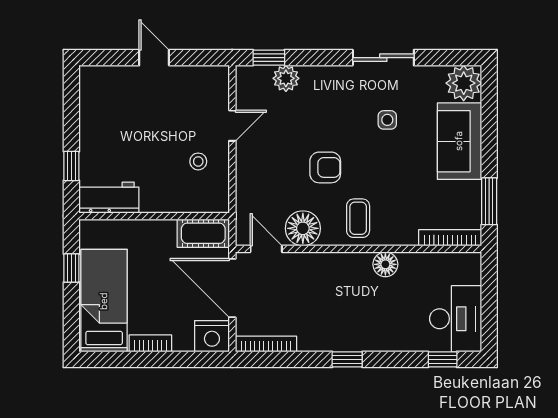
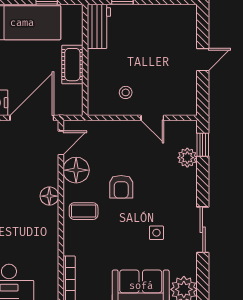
cot: (203, 233) -> (72, 65), moved
floor lamp: (385, 264) -> (49, 196), moved

